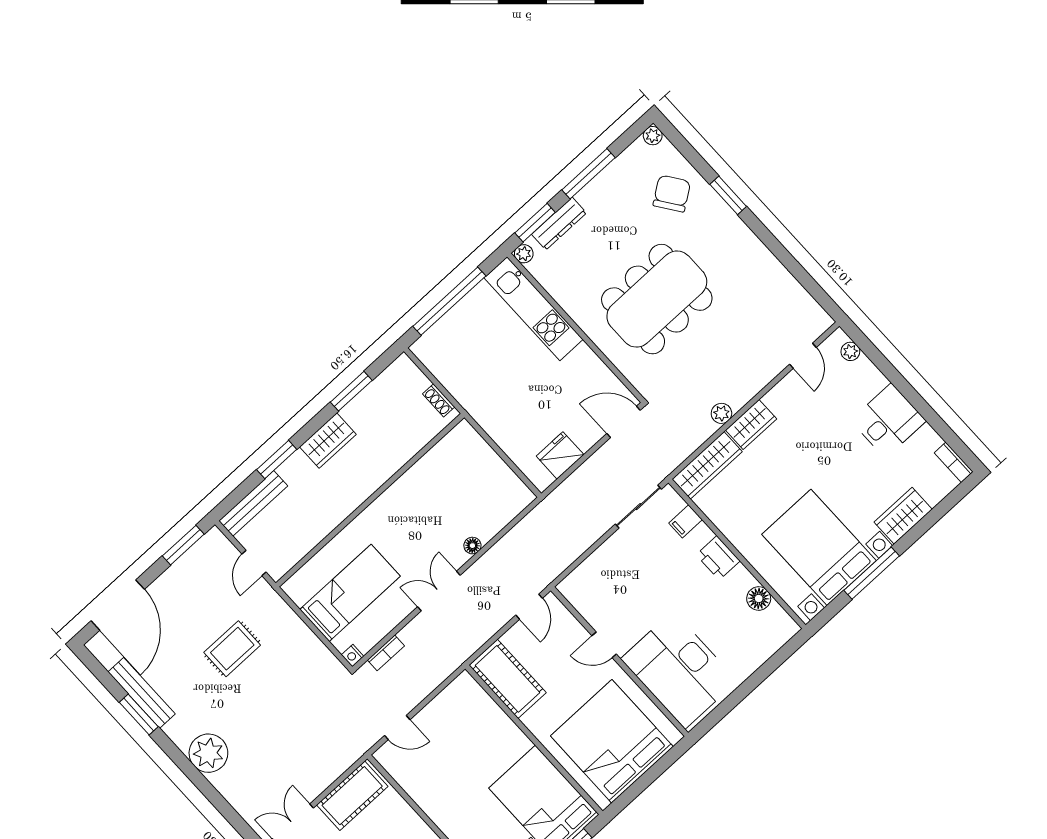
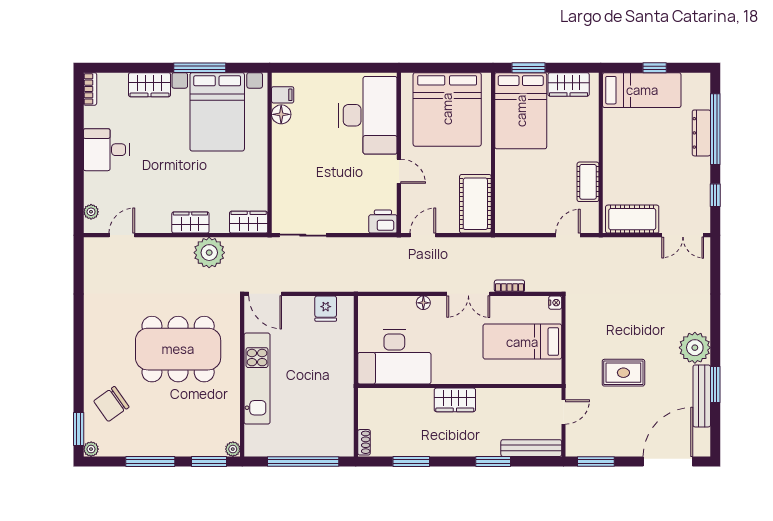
window: (728, 195) -> (79, 429), moved
dresser: (559, 224) -> (195, 448), removed
kitchen unit: (533, 309) -> (257, 379), moved
shoe rack: (439, 400) -> (364, 442), moved
plant: (721, 413) -> (209, 253), width x1.87, depth x1.87
wardrobe: (328, 441) -> (455, 400), moved, turned 180
fridge: (560, 455) -> (326, 309), width x0.72
wardrobe: (707, 465) -> (249, 222), width x0.67
desk: (454, 472) -> (394, 357), added
filing cabinet: (686, 521) -> (283, 95), moved
printer: (718, 558) -> (383, 222), moved, turned -90
bookcase: (386, 653) -> (509, 286), moved
door: (397, 728) -> (568, 235), hinge flipped
plant: (208, 753) -> (695, 348), moved
cot: (423, 793) -> (588, 182), added

